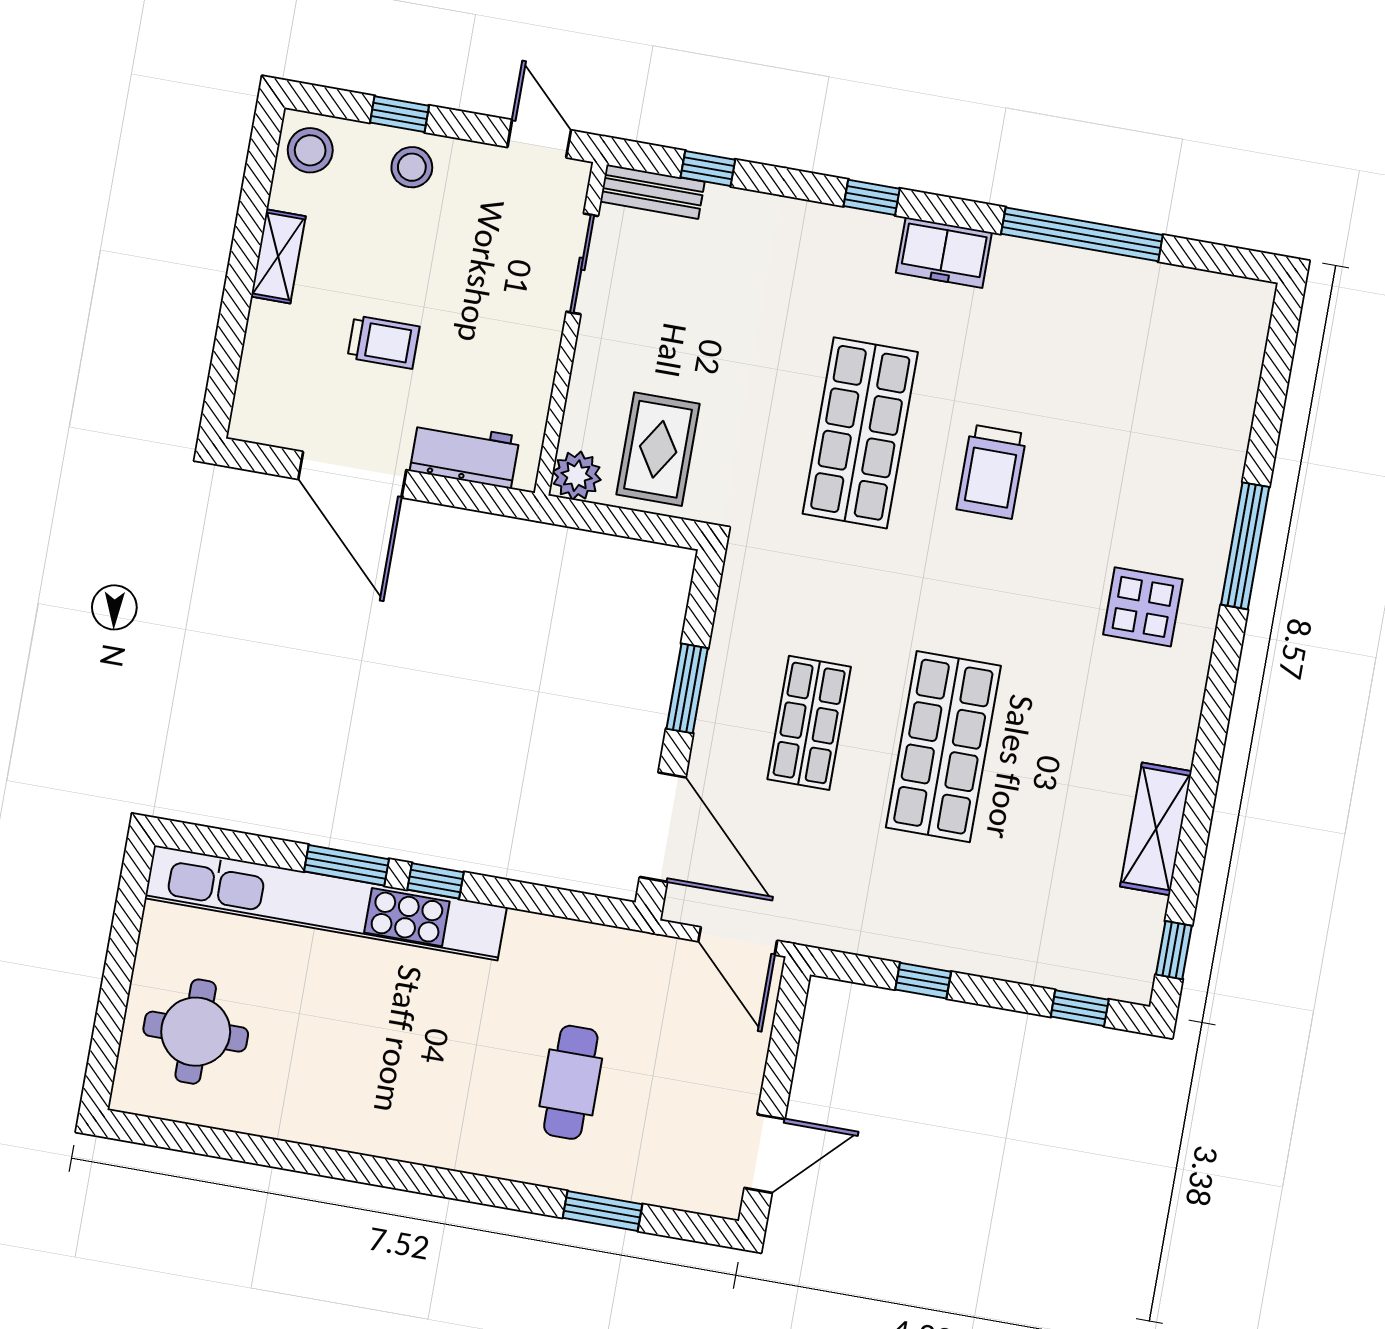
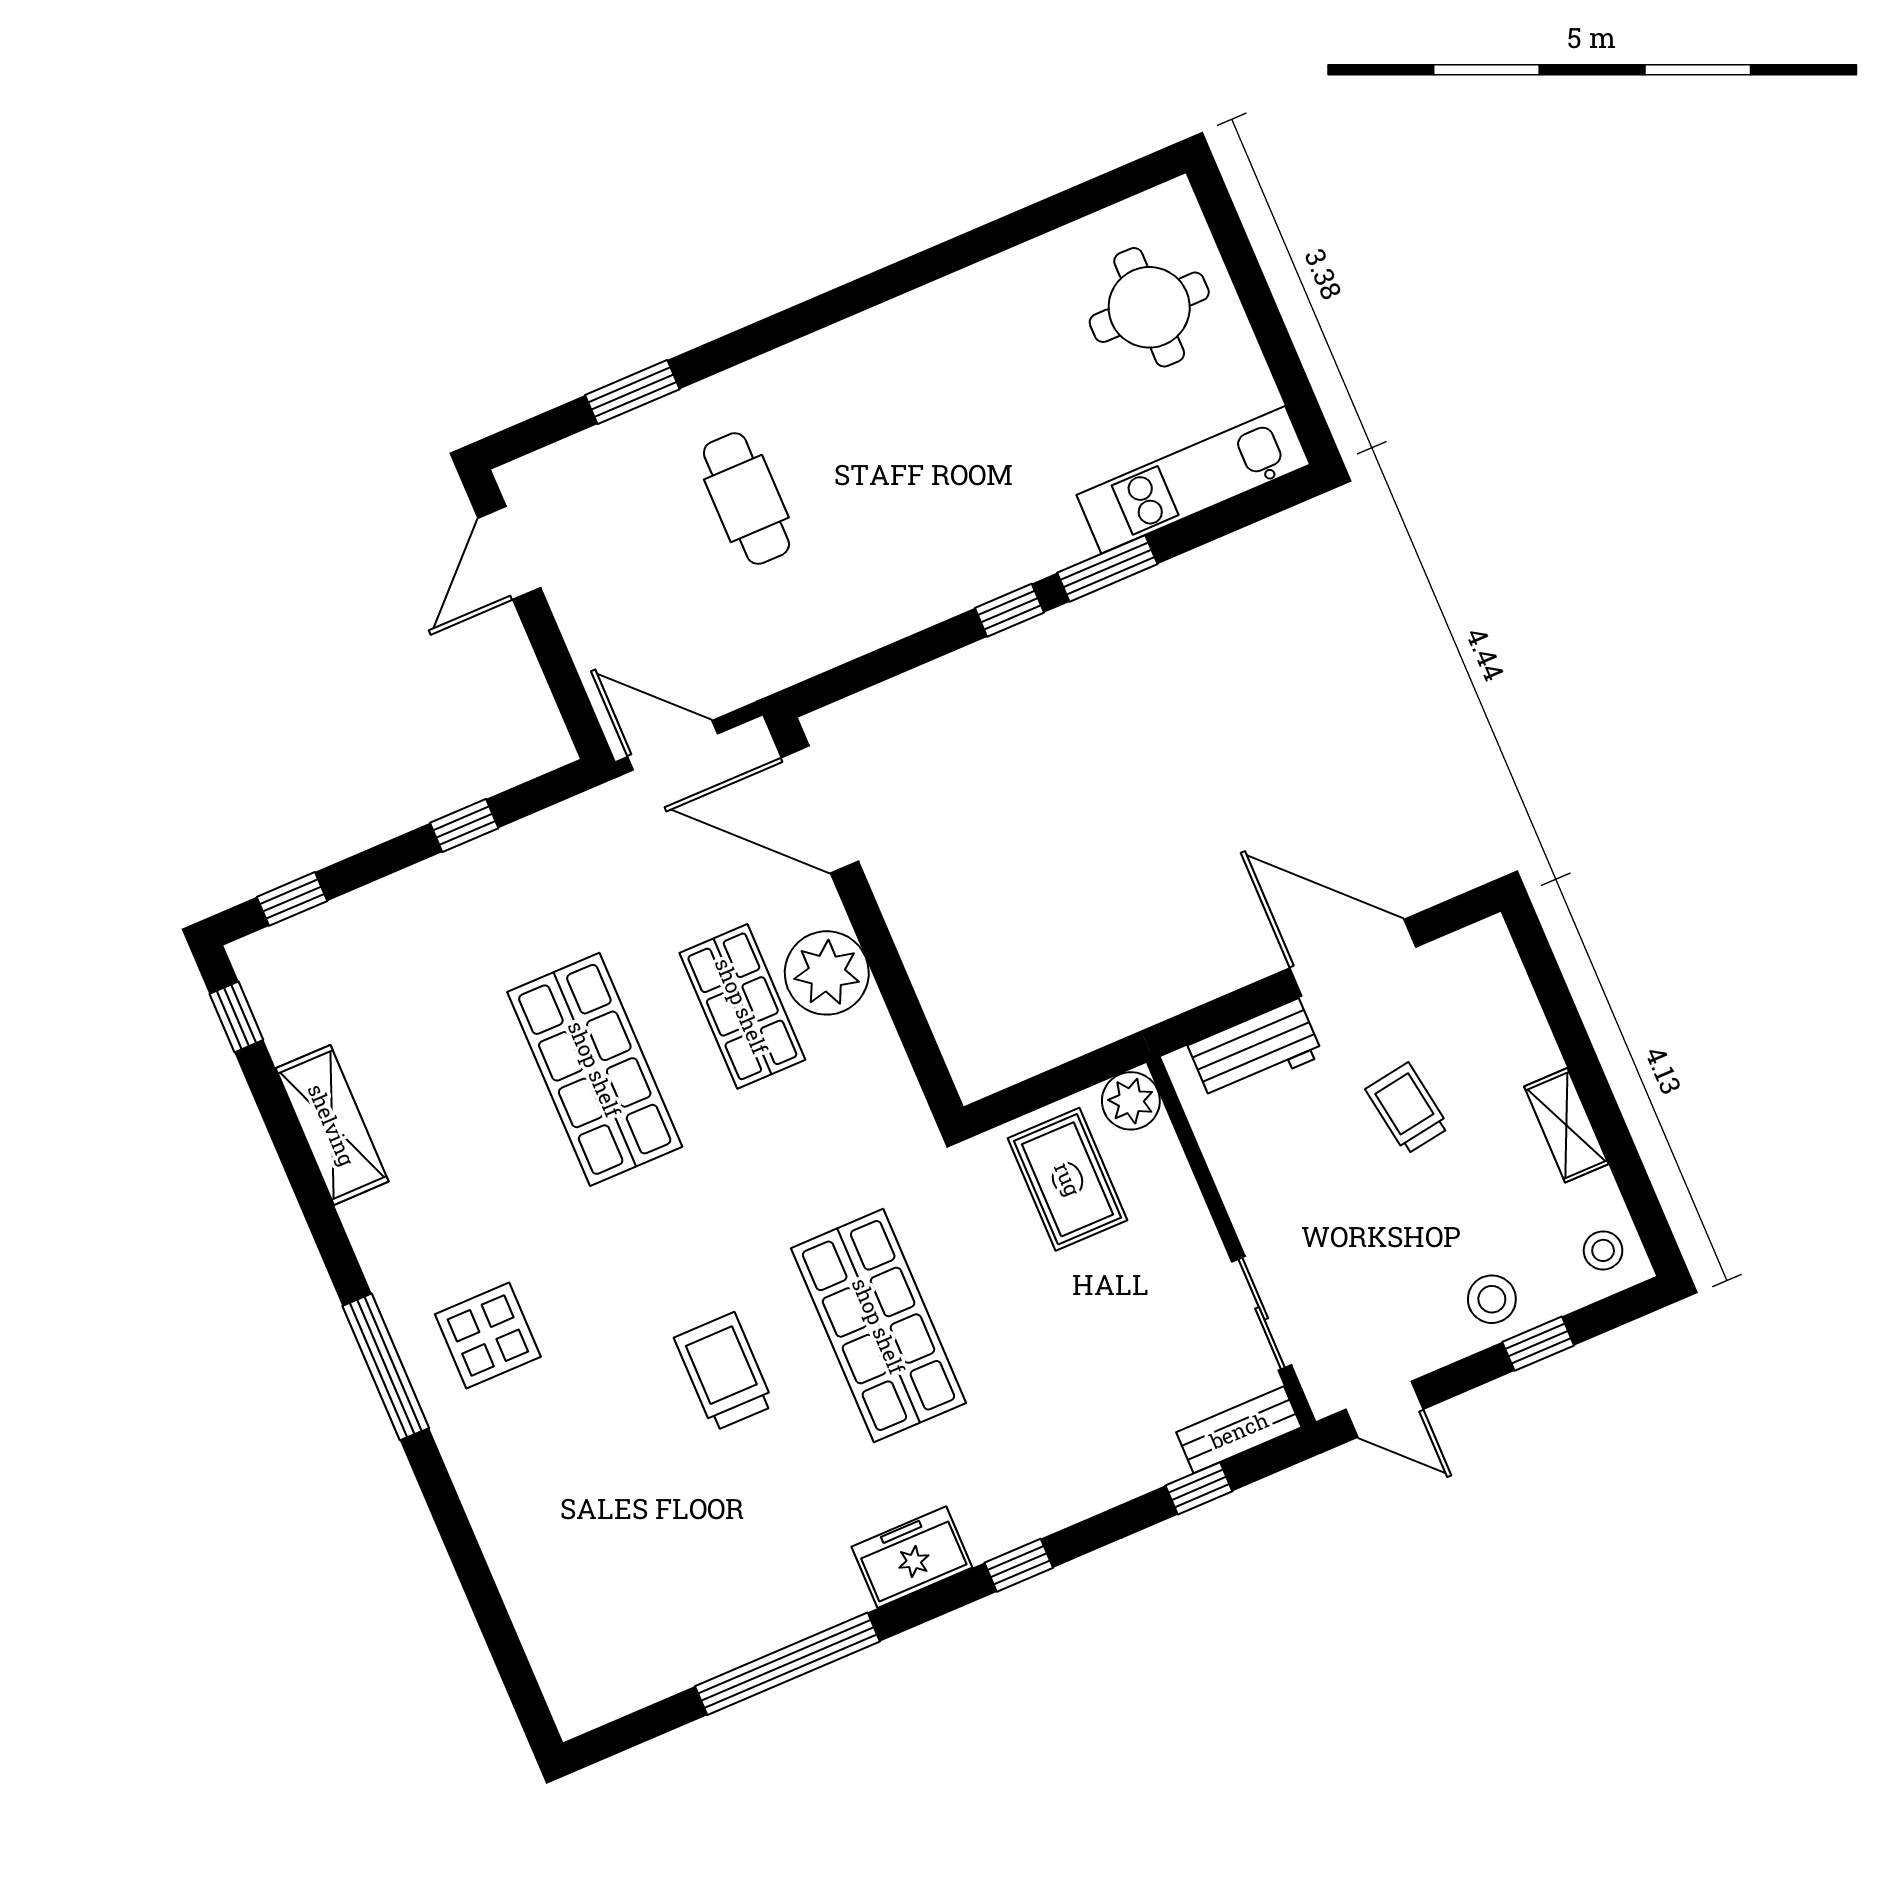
stool: (310, 150) -> (1603, 1250), width x0.73, depth x0.73
trolley: (384, 342) -> (1407, 1108), turned 81
window: (1245, 546) -> (386, 1367), moved
window: (687, 688) -> (885, 962), removed
plant: (734, 708) -> (827, 973), added
kitchen unit: (326, 903) -> (1193, 480), width x0.54

